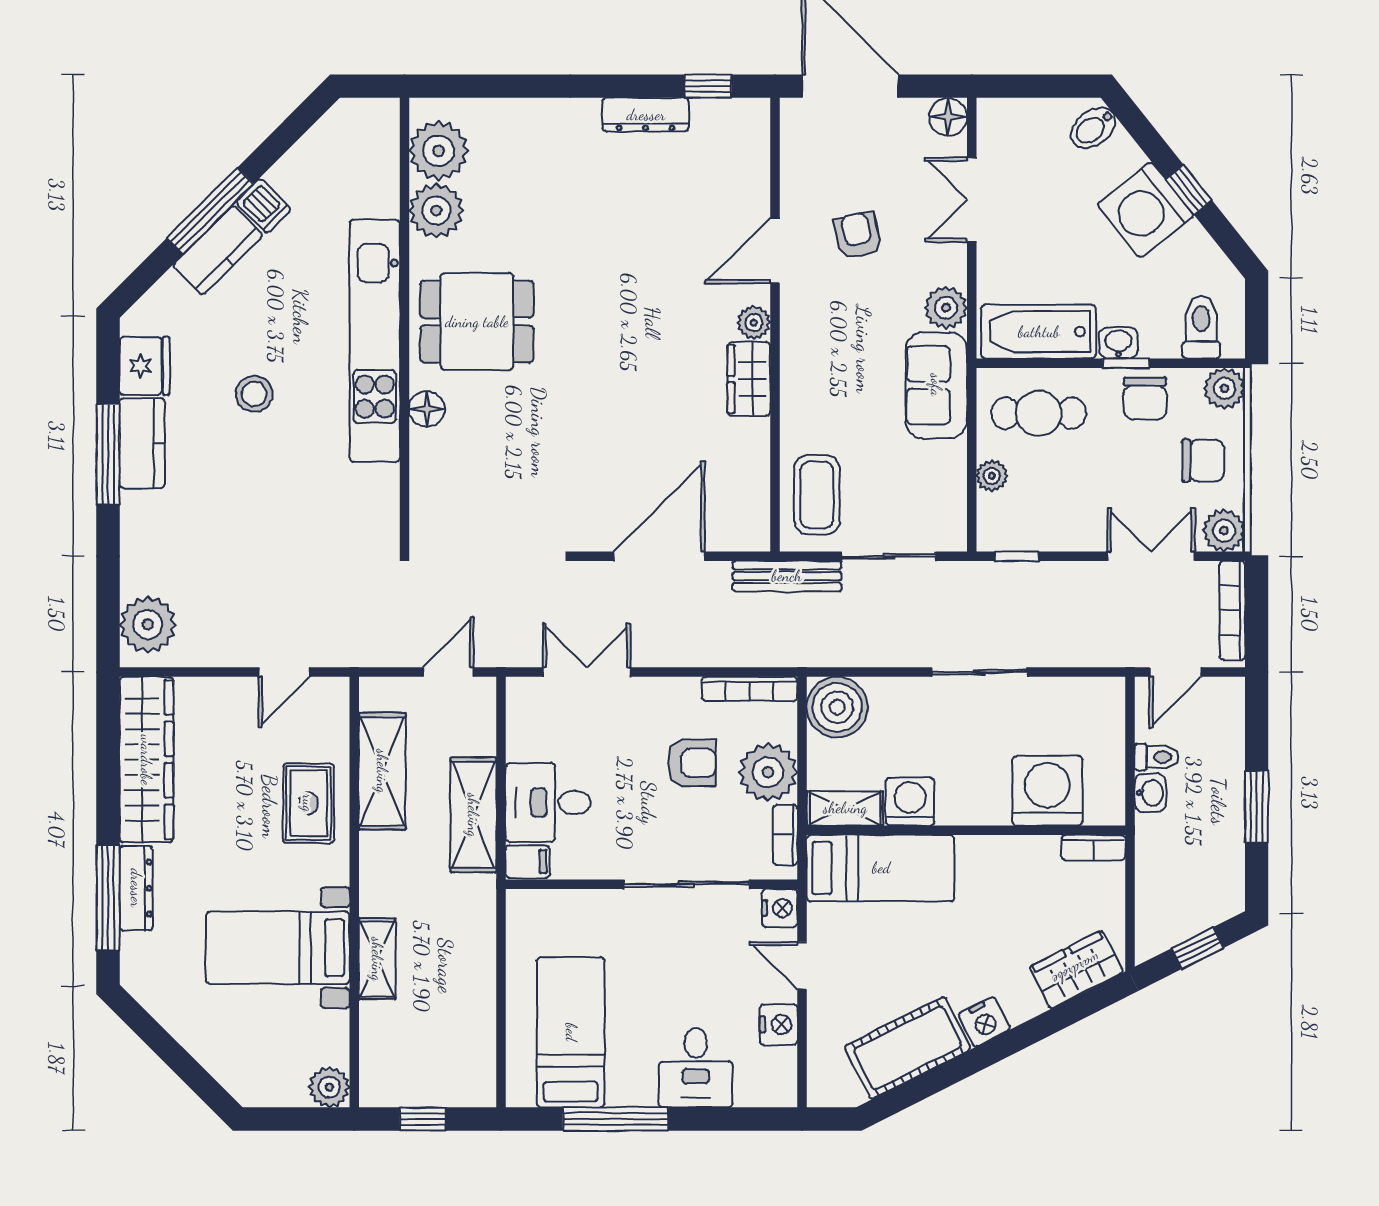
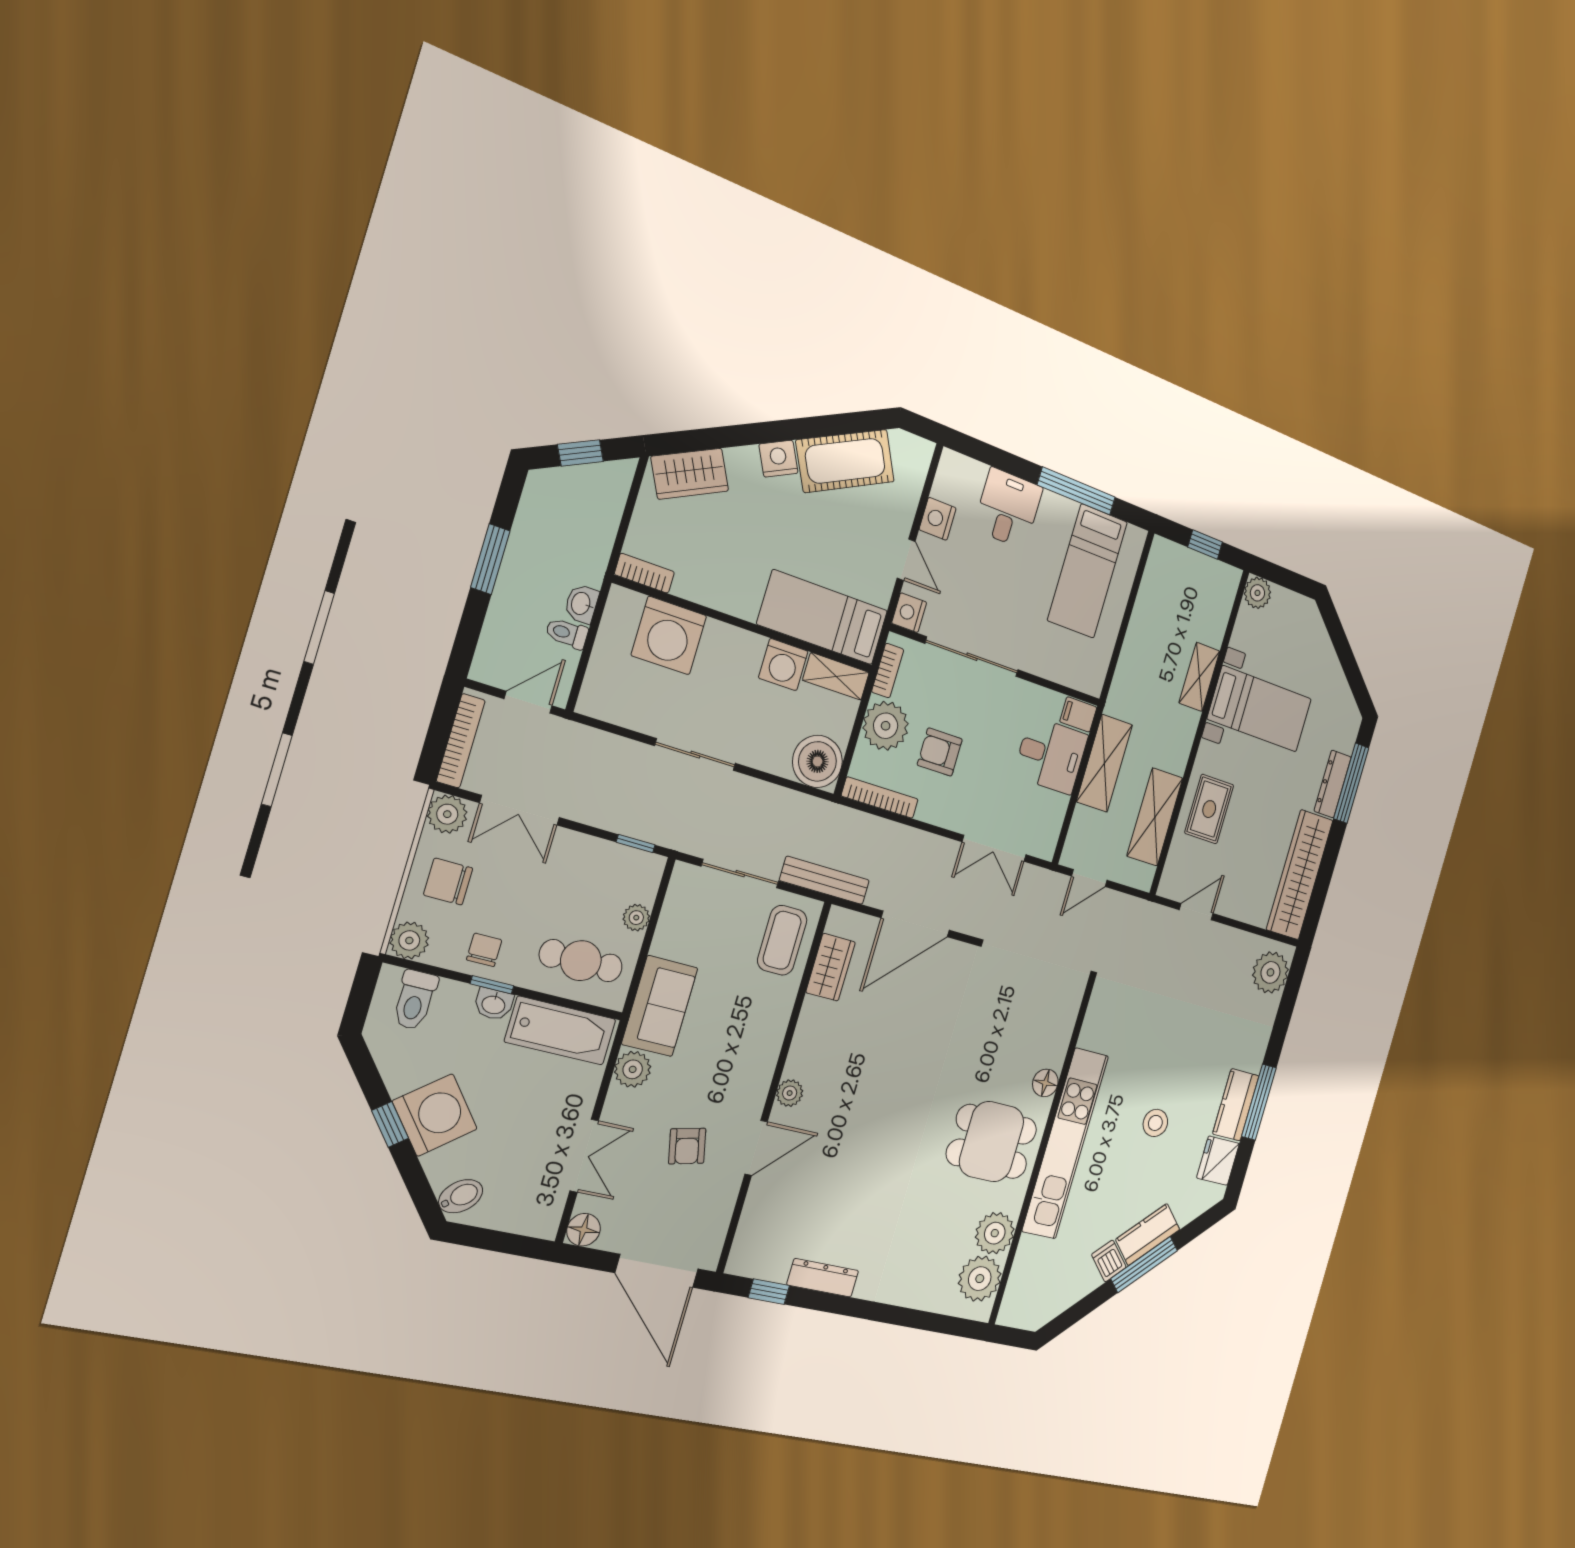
wardrobe: (749, 379) -> (831, 967), moved
chair: (1145, 398) -> (484, 950), width x0.73, depth x0.73

